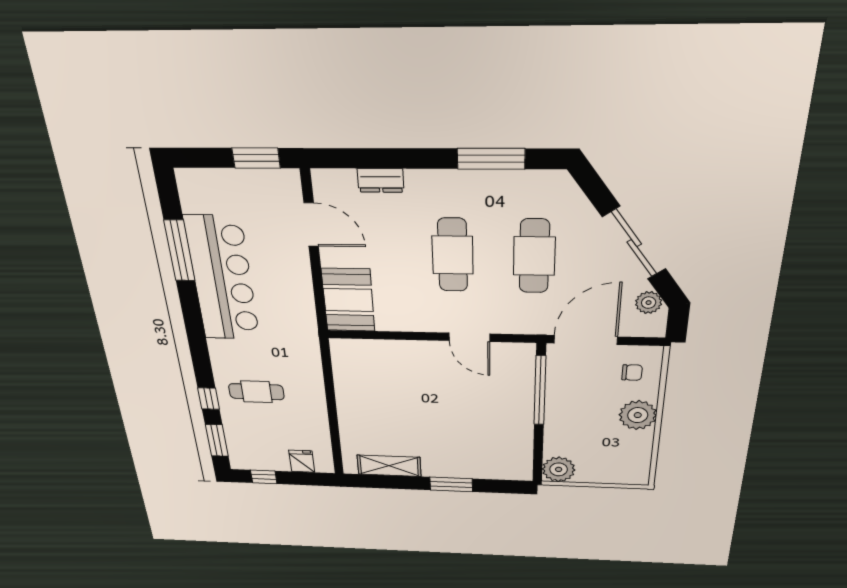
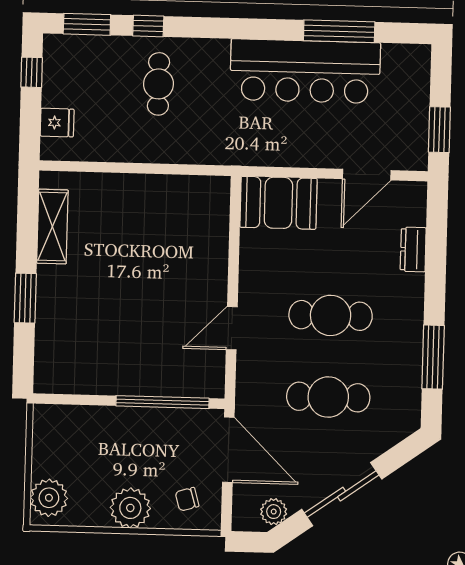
chair: (632, 373) -> (187, 499), turned 74
plant: (559, 469) -> (49, 498), moved

